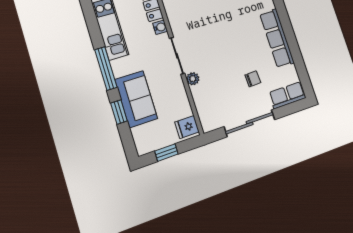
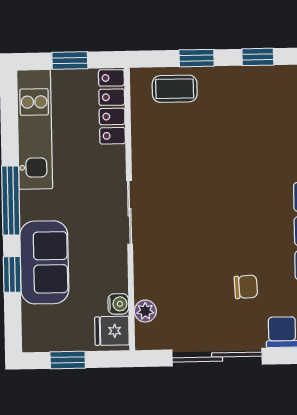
water cooler: (160, 27) -> (118, 304), moved
plant: (193, 79) -> (145, 311), moved

